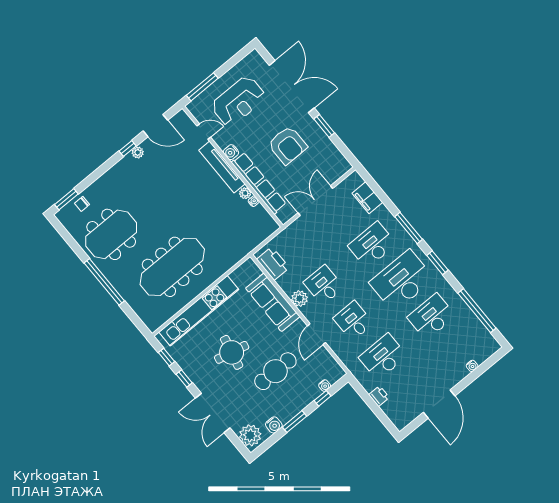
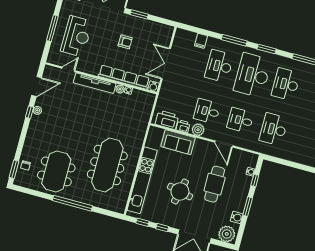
window: (202, 87) -> (52, 28), moved
armchair: (288, 145) -> (125, 42), width x0.53, depth x0.53
water cooler: (231, 152) -> (153, 86), moved
filing cabinet: (367, 198) -> (201, 41), width x0.50
sofa: (273, 302) -> (178, 142), width x0.73
printer: (379, 396) -> (183, 126), moved

